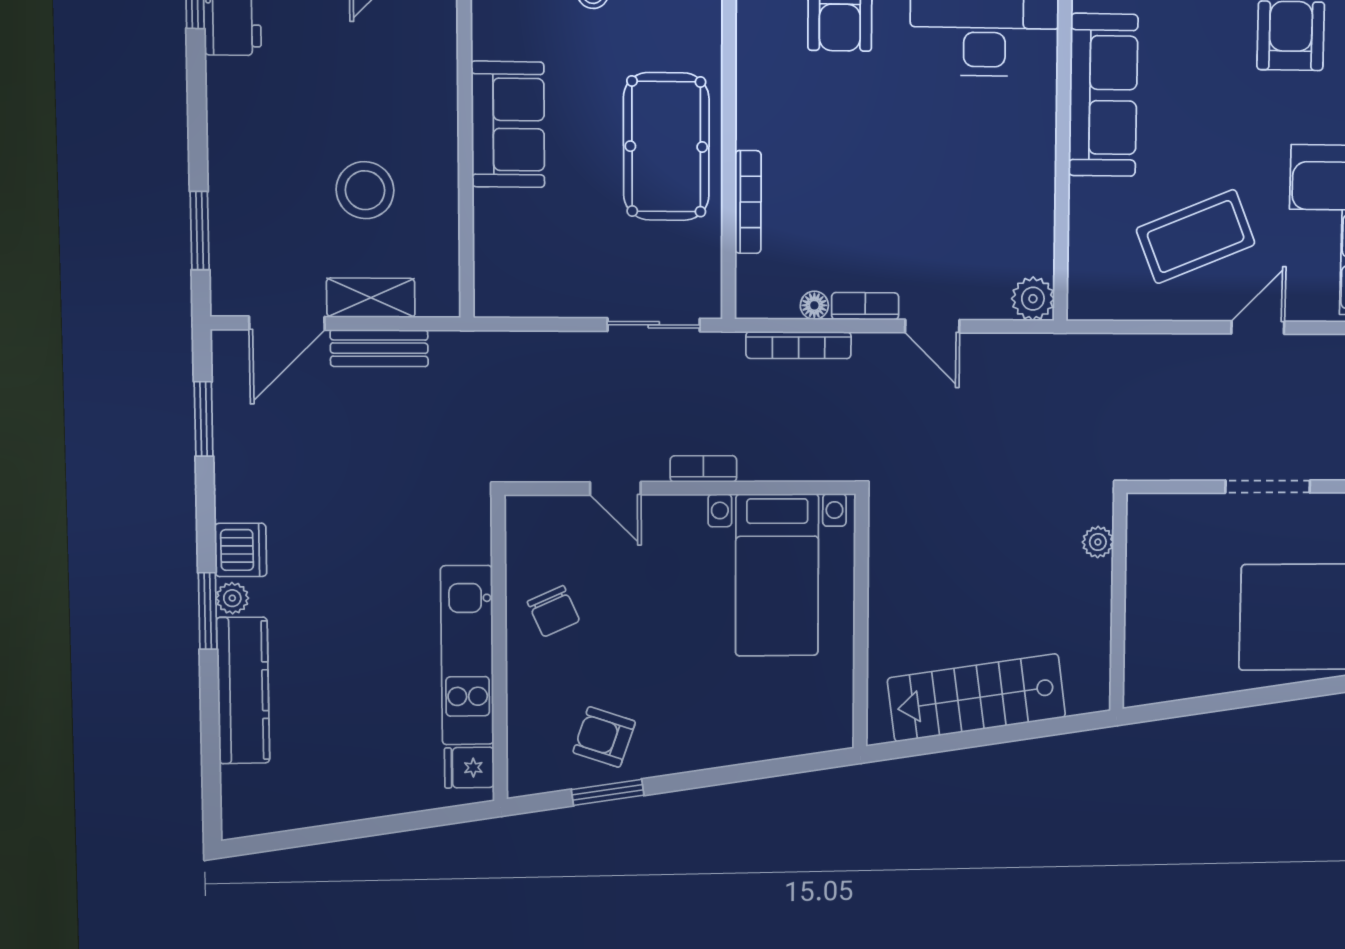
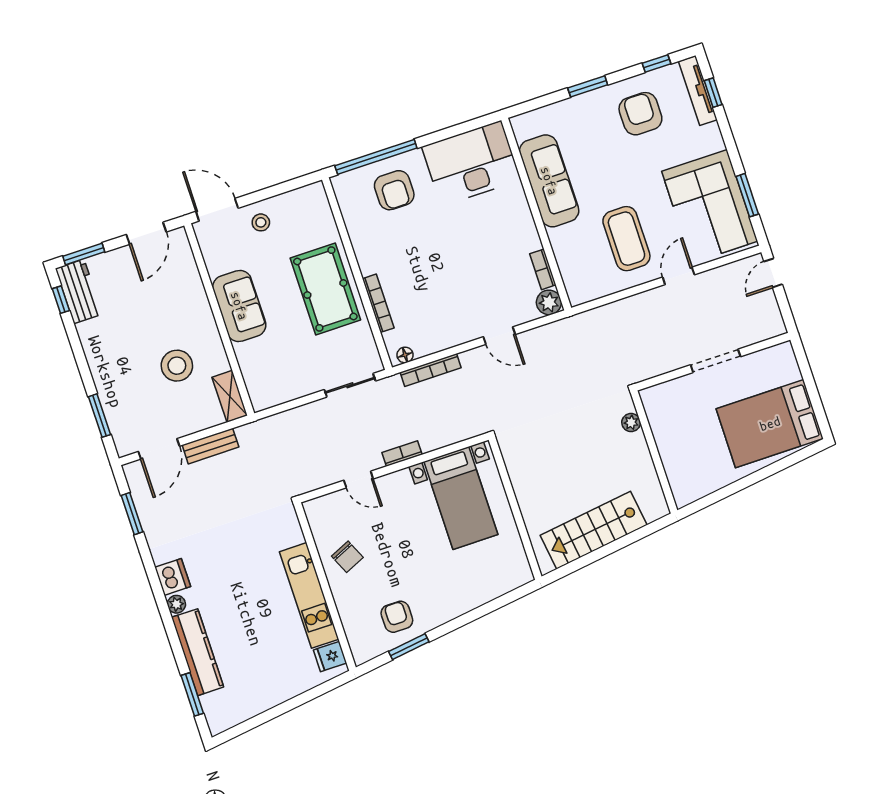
coffee table: (1196, 236) -> (626, 239), turned -68
shelving: (371, 298) -> (230, 396), moved, turned 90
floor lamp: (814, 305) -> (405, 355), moved
bookcase: (865, 306) -> (543, 269), moved, turned -90
window: (208, 611) -> (192, 694), moved
armchair: (604, 737) -> (397, 617), turned 71

